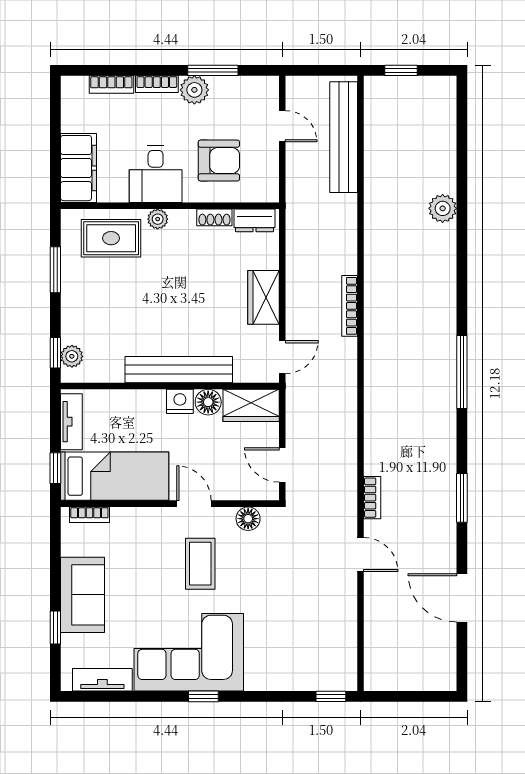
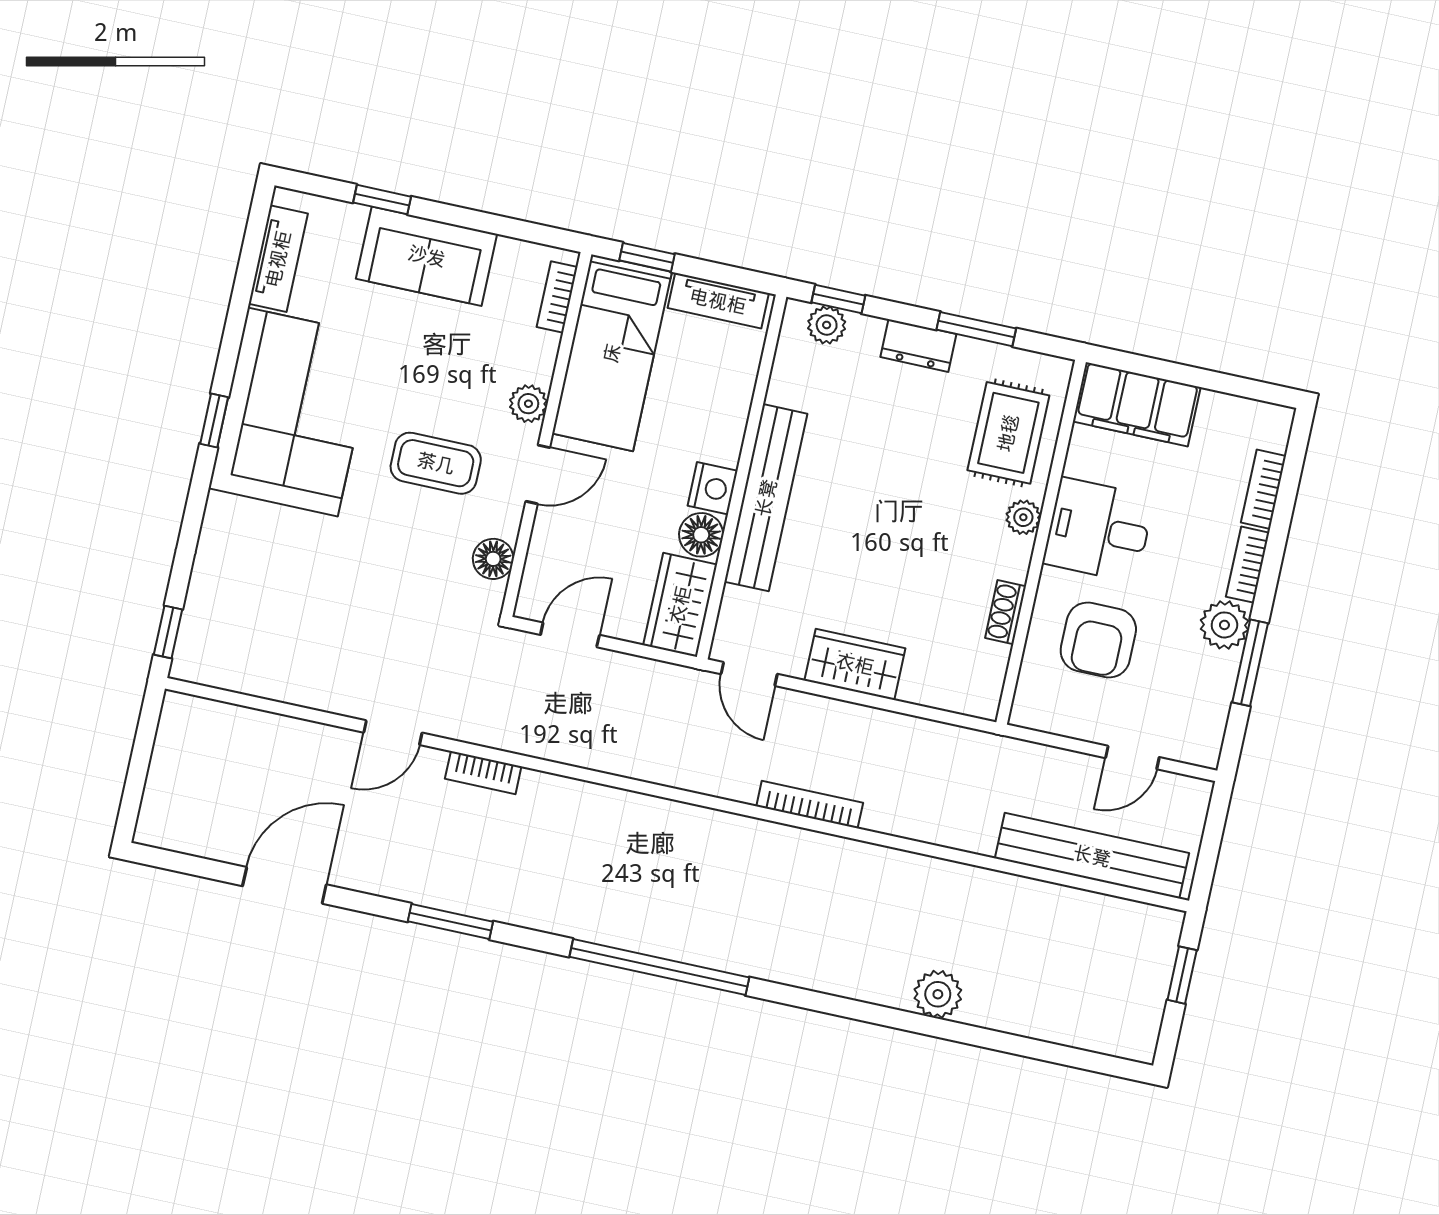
dresser: (255, 220) -> (918, 346), moved, turned -90
window: (462, 372) -> (659, 967), width x1.46
plant: (154, 518) -> (528, 404), added

